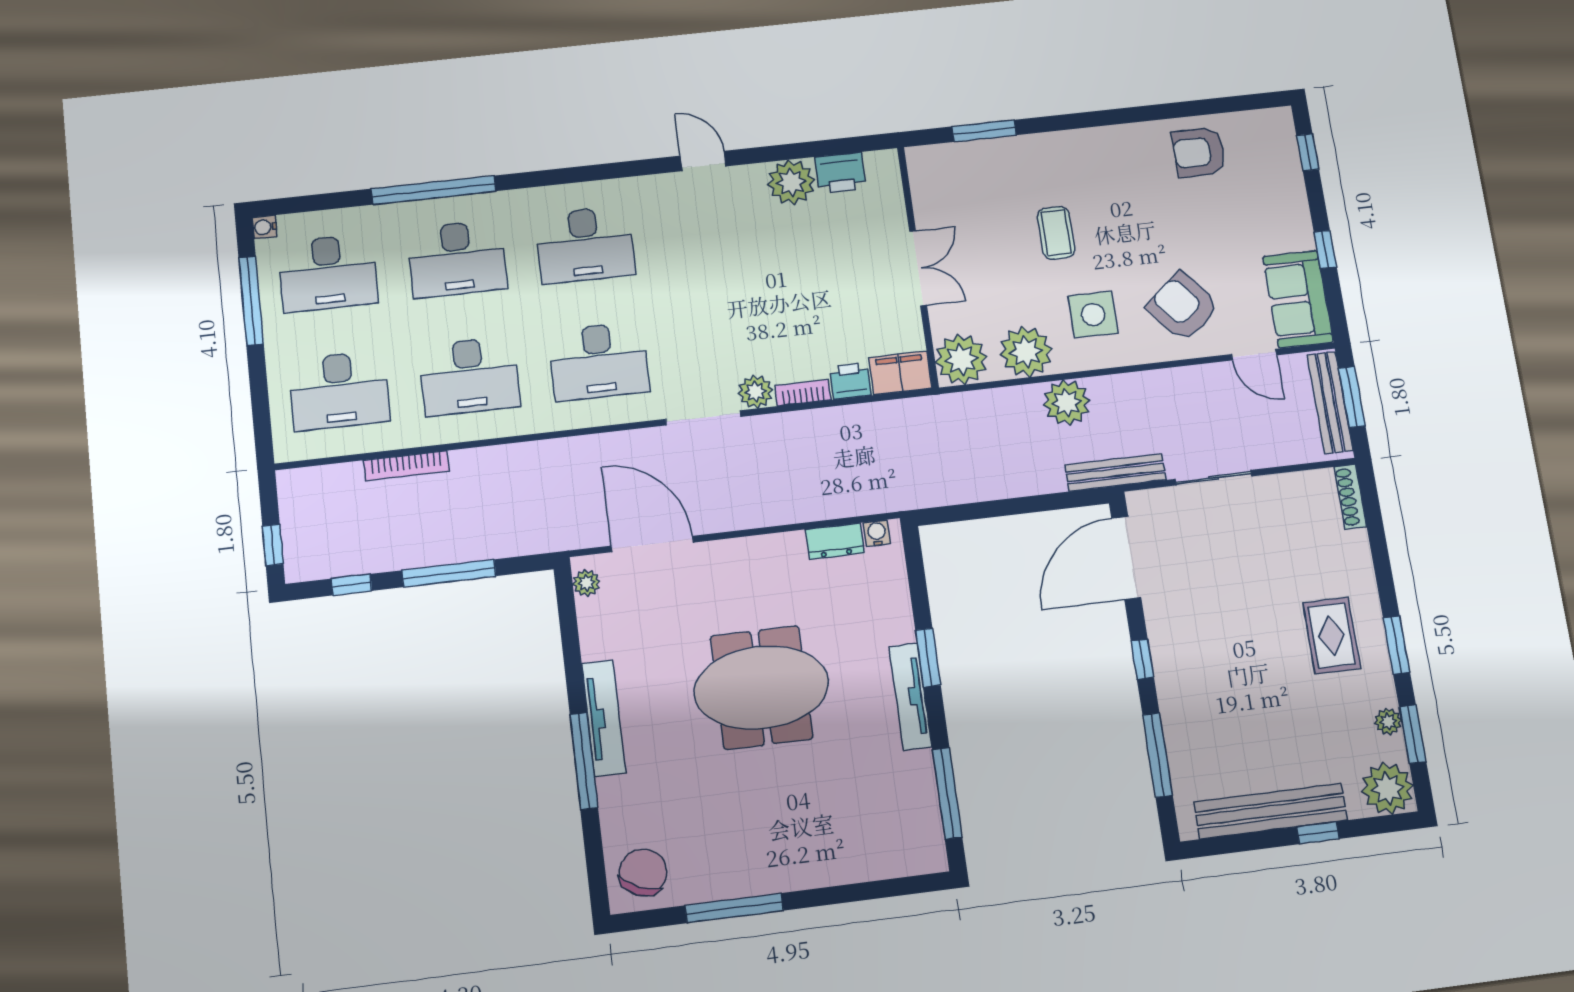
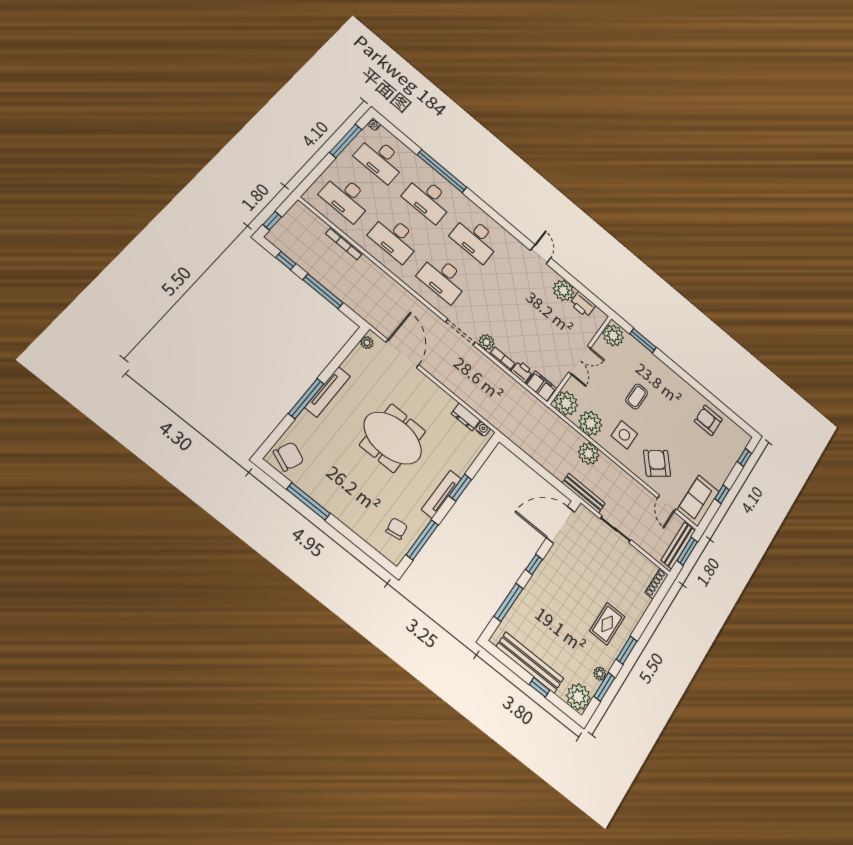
plant: (932, 172) -> (613, 335), added
chair: (895, 815) -> (397, 529), added

